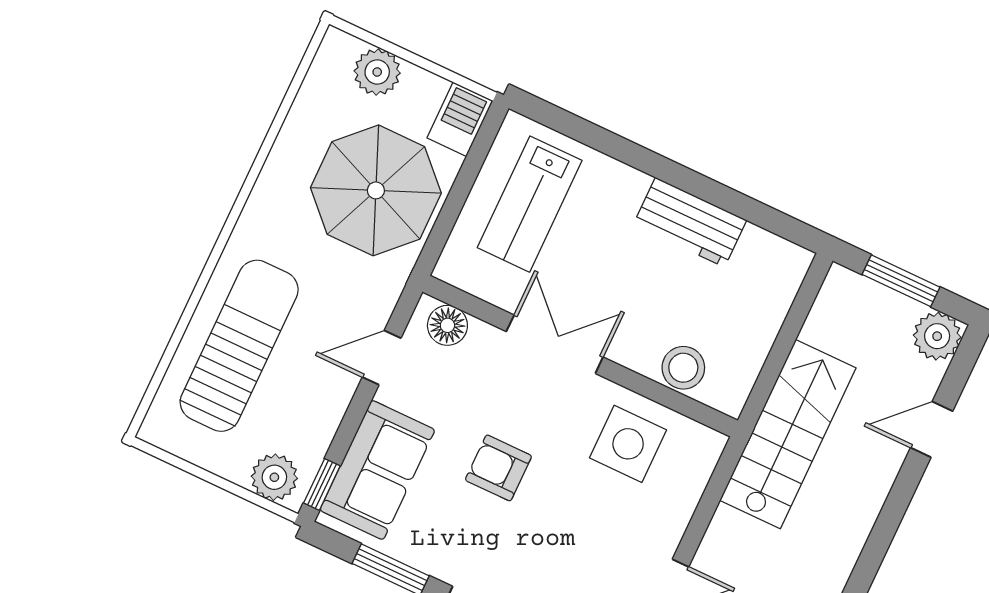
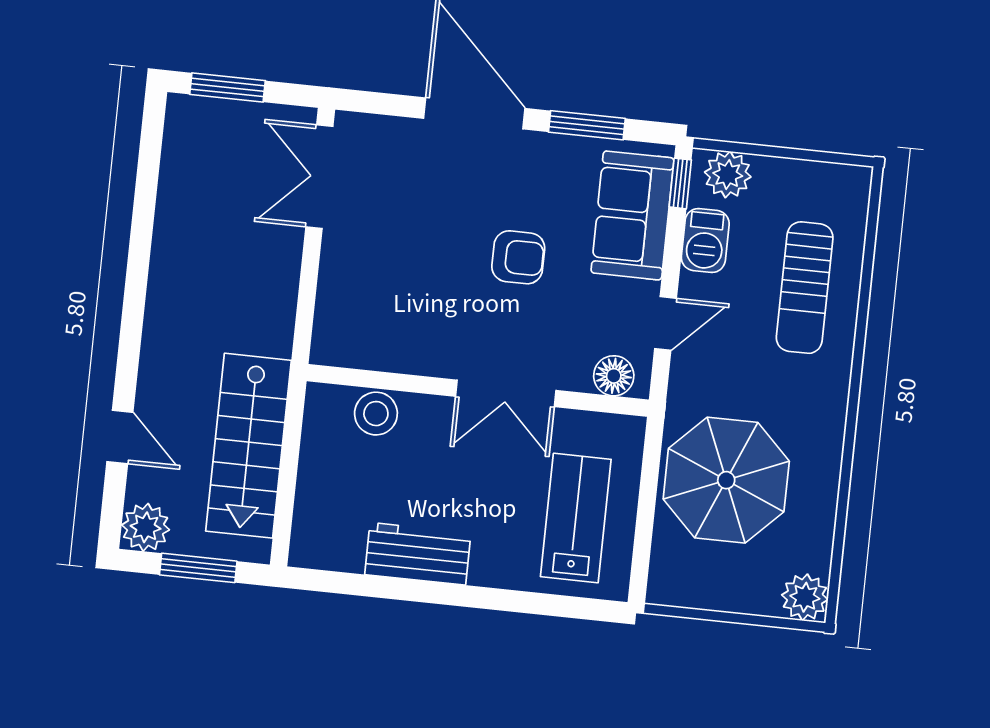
plant: (377, 72) -> (805, 597), moved
barbecue: (460, 119) -> (705, 241), moved
sun lounger: (239, 346) -> (805, 288), width x0.73, depth x0.75
door: (932, 429) -> (120, 437), hinge flipped
stairs: (788, 434) -> (248, 446), moved
side table: (628, 444) -> (403, 323), removed

